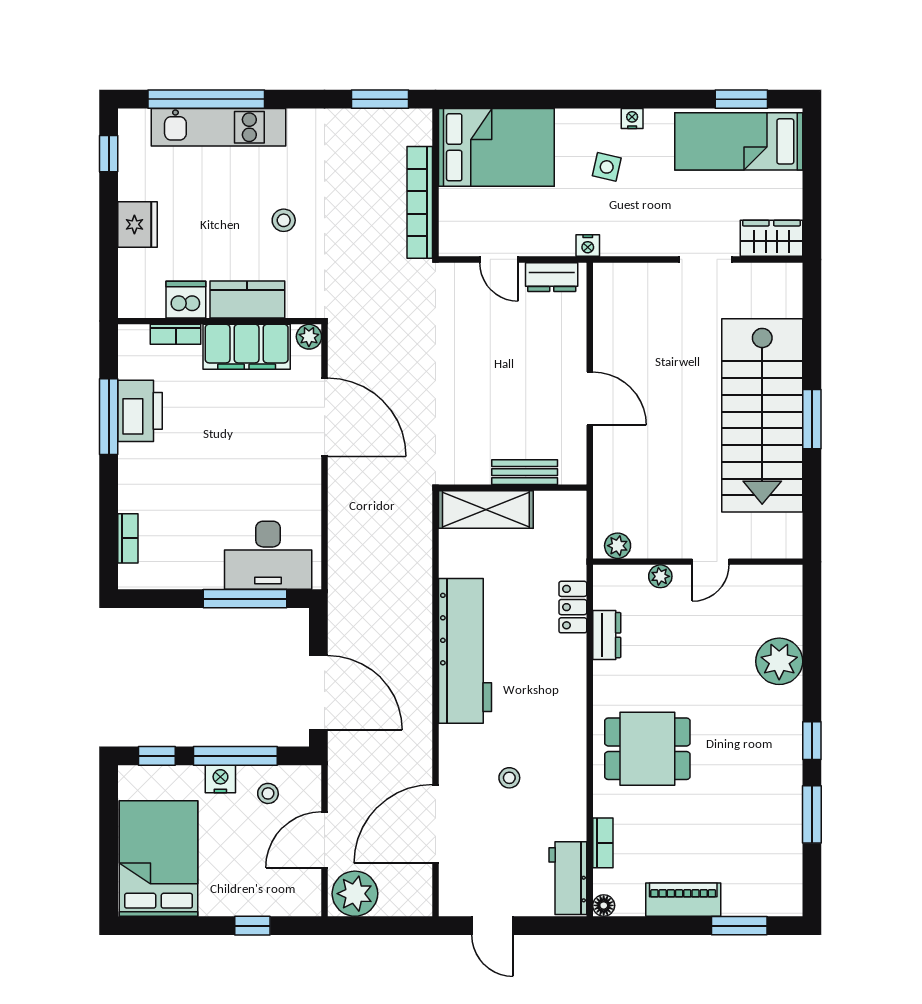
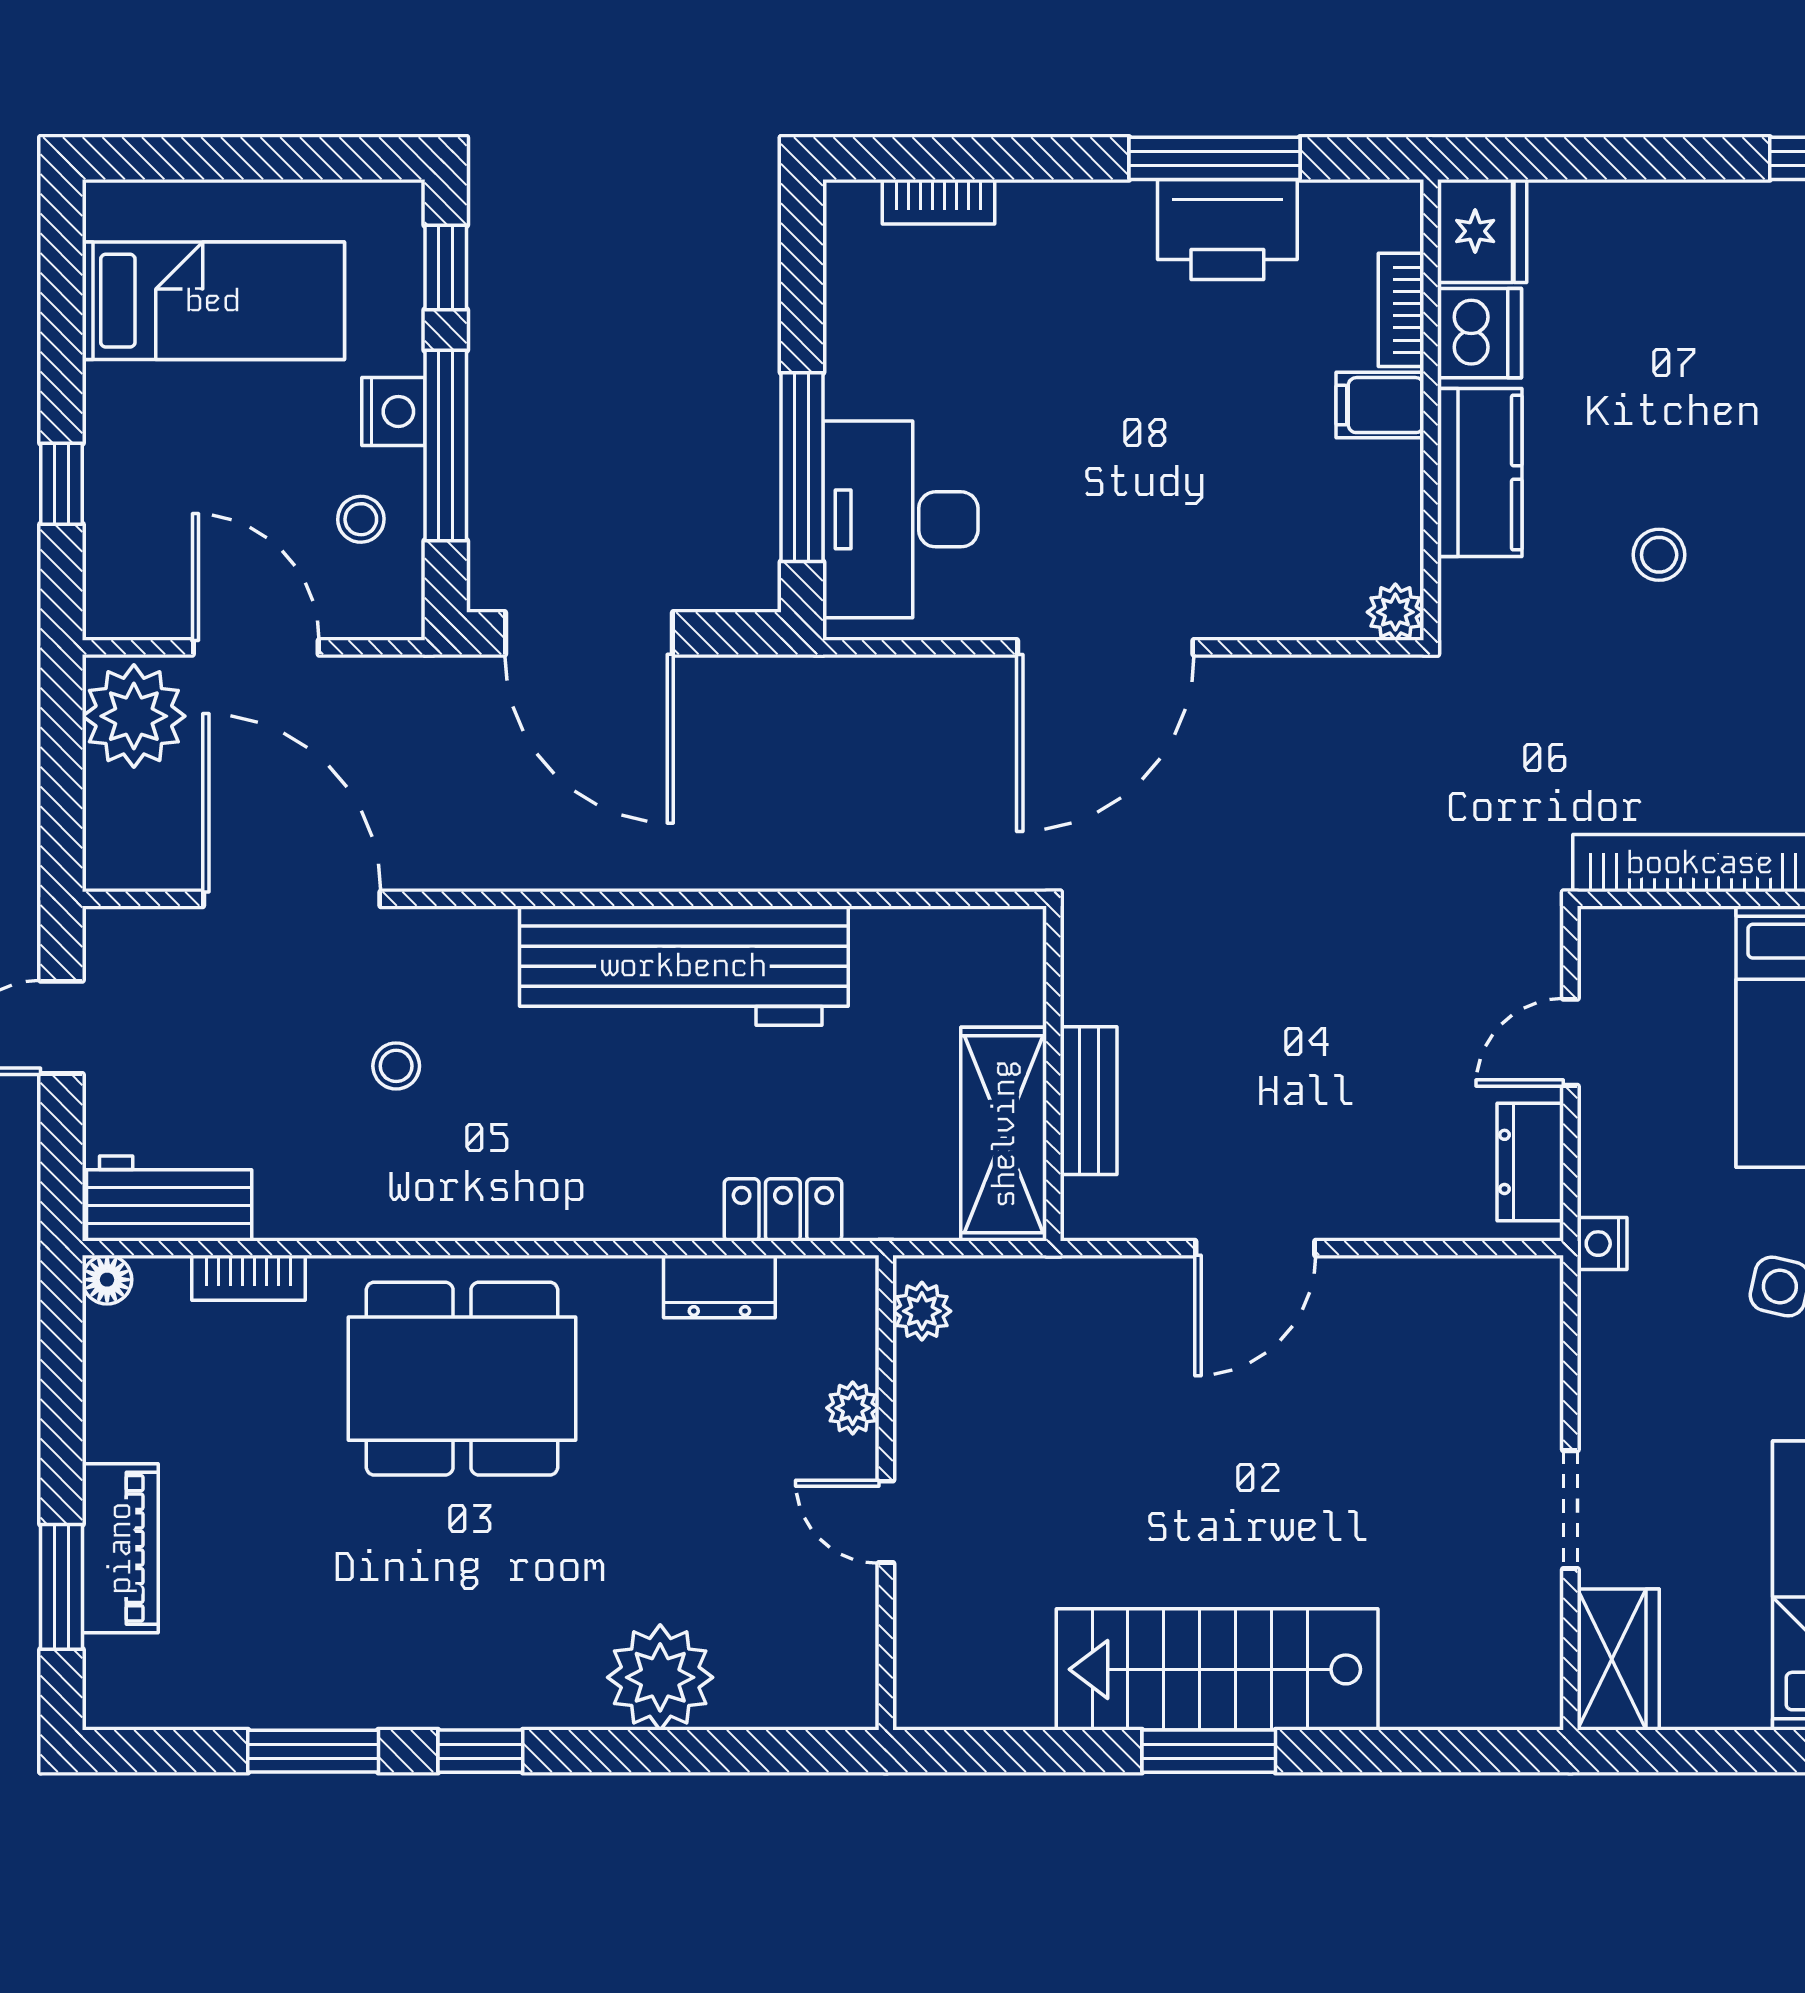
fridge: (138, 224) -> (1482, 231), moved, turned -90
filing cabinet: (247, 347) -> (1380, 405), width x0.33, depth x0.86
stairs: (762, 415) -> (1217, 1669), width x0.73, depth x0.66
door: (325, 417) -> (1105, 647), moved
shelving: (486, 510) -> (1004, 1134), moved
door: (318, 693) -> (589, 633), hinge flipped
dining table: (647, 749) -> (462, 1379), width x1.38
bed: (158, 859) -> (213, 301), width x0.67
piano: (683, 900) -> (120, 1548), moved

